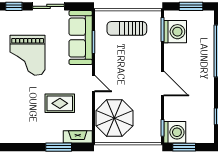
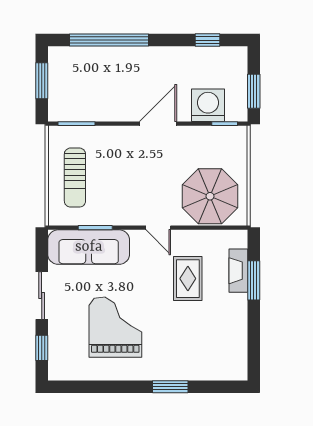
washing machine: (175, 32) -> (80, 105), removed
grand piano: (28, 55) -> (115, 327), turned -90
door: (94, 84) -> (158, 228), swing flipped
washing machine: (175, 132) -> (208, 105), moved
fireplace: (78, 137) -> (238, 271), moved

